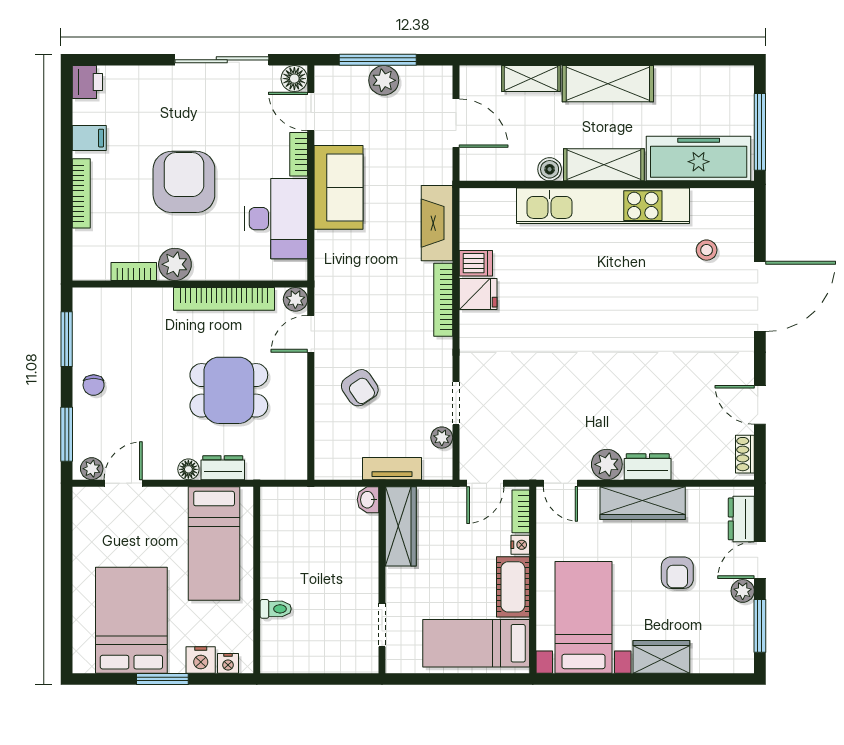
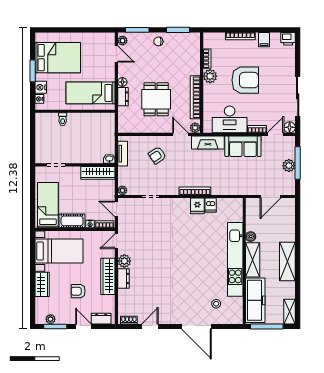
shelving: (531, 79) -> (290, 312), moved
fireplace: (437, 223) -> (208, 142), moved, turned 180
plant: (442, 438) -> (122, 190), moved
tv unit: (392, 469) -> (123, 154), moved
plant: (743, 591) -> (50, 319), moved

